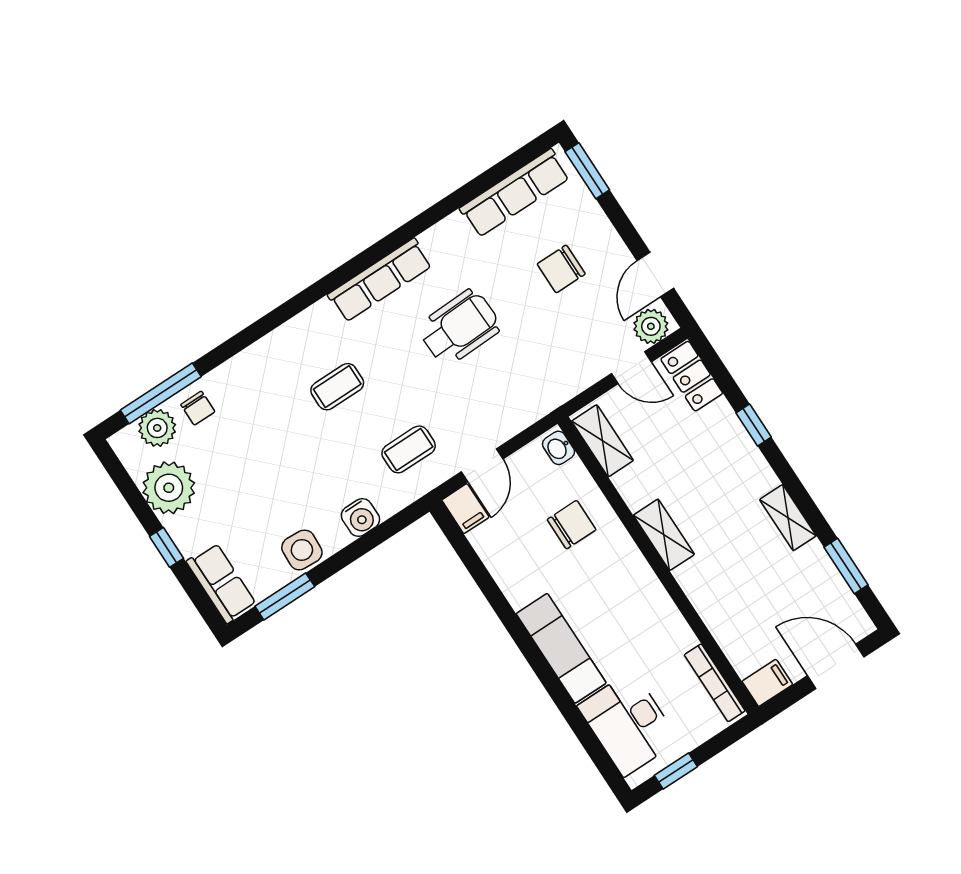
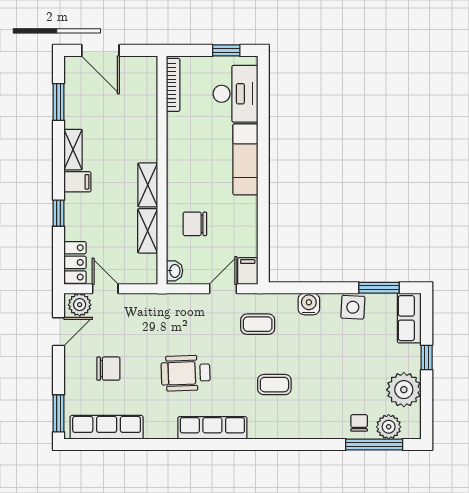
shelving: (603, 441) -> (148, 231), moved
filing cabinet: (767, 683) -> (77, 182), moved, turned 180

